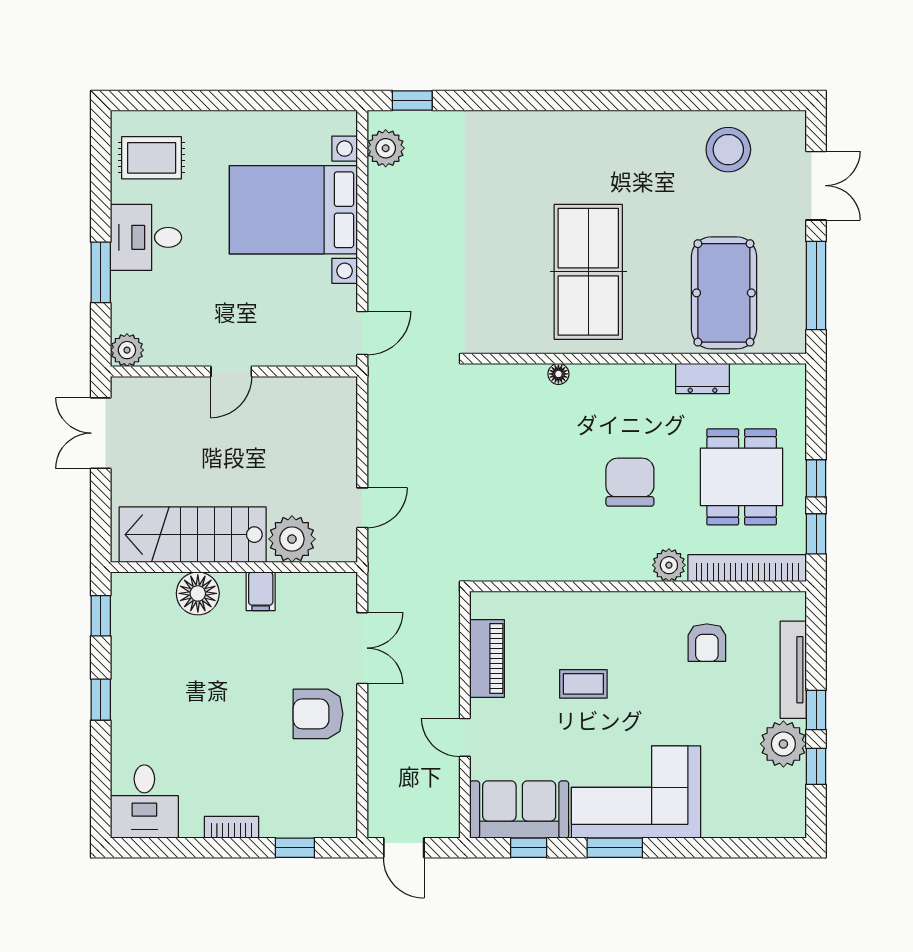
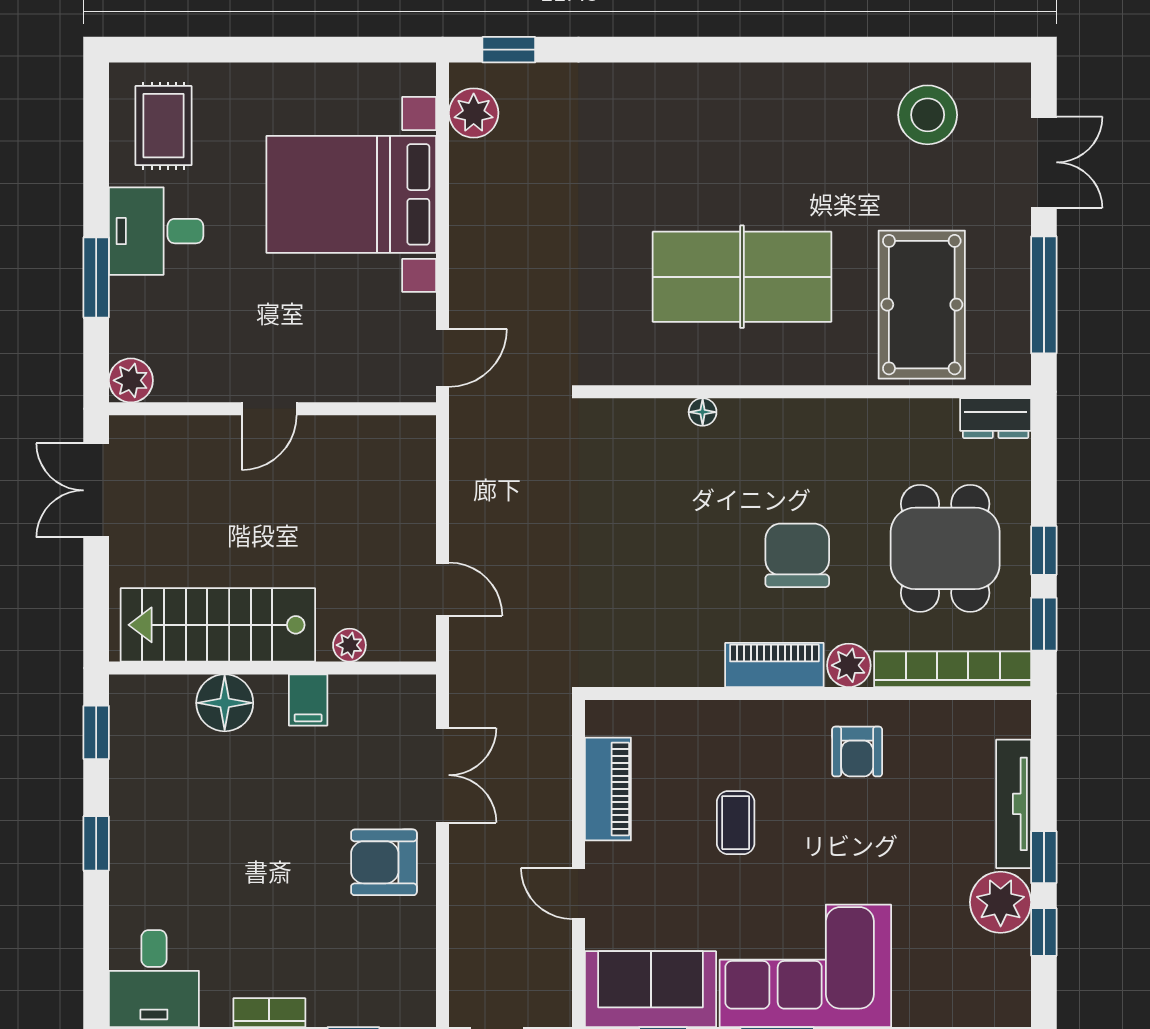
rug: (152, 158) -> (164, 126), turned 90
table tennis table: (588, 272) -> (742, 277), turned 90
dresser: (703, 379) -> (996, 418), moved
door: (362, 508) -> (443, 589), hinge flipped
plant: (292, 539) -> (349, 645), width x0.53, depth x0.53
piano: (613, 565) -> (774, 665), added
armchair: (707, 643) -> (857, 752), moved
coffee table: (583, 684) -> (736, 823), turned 90

